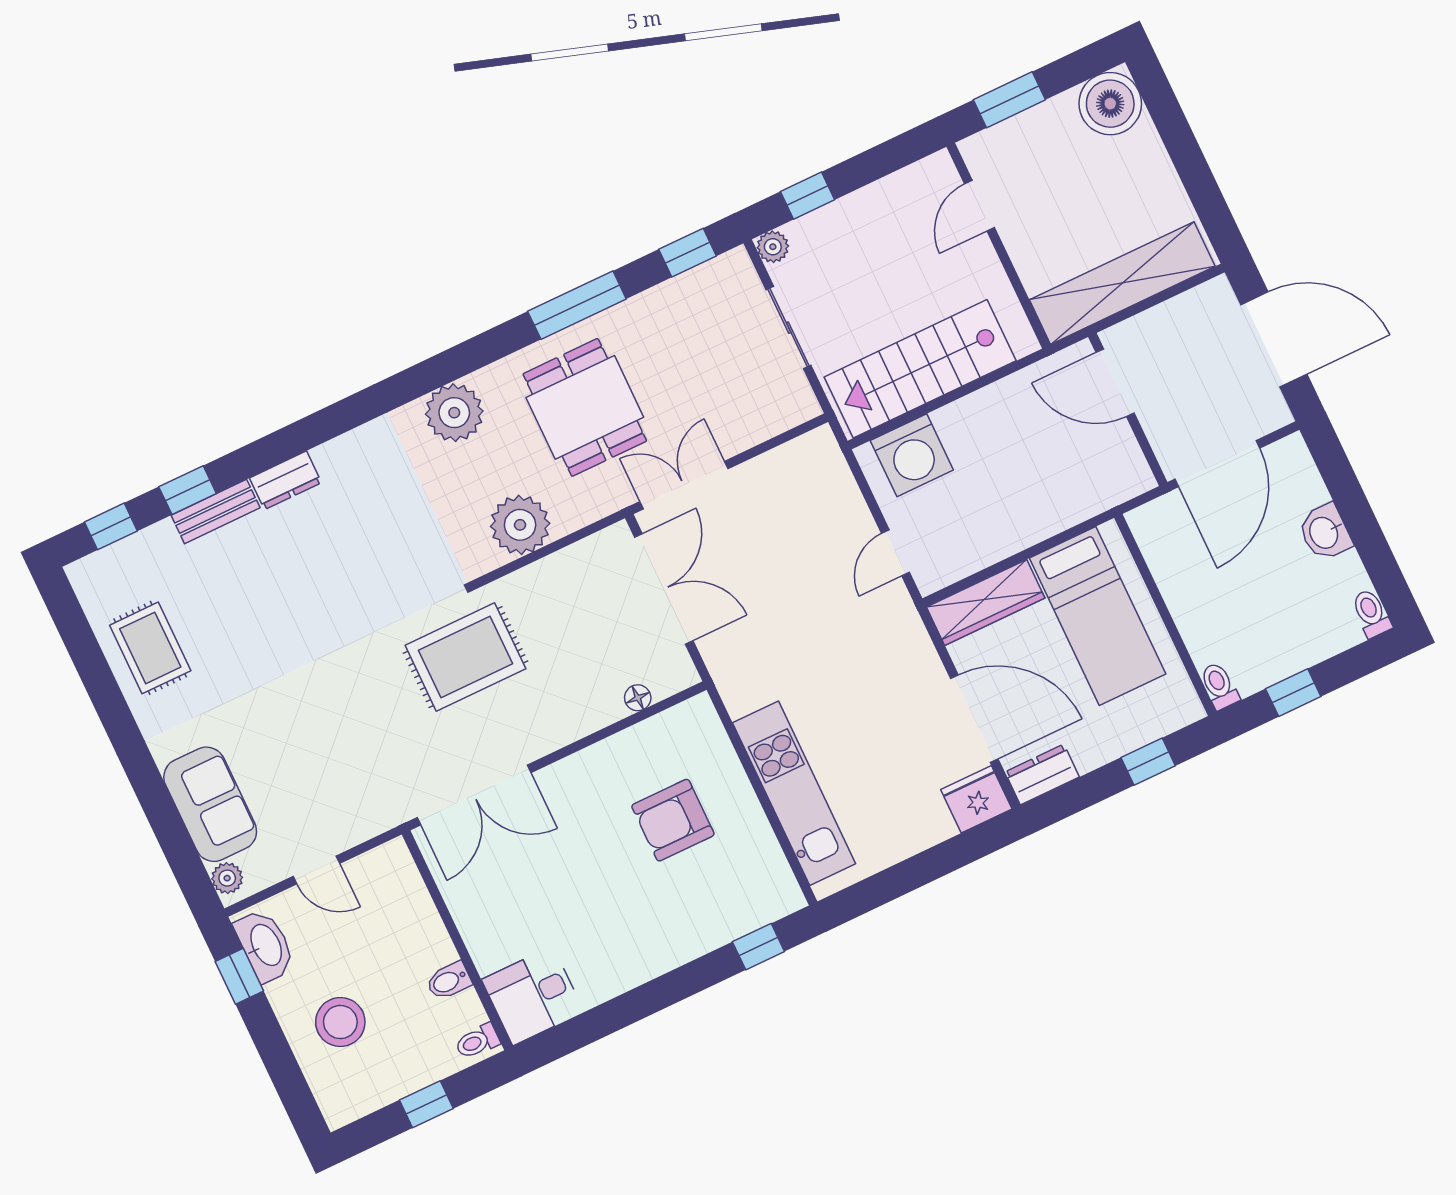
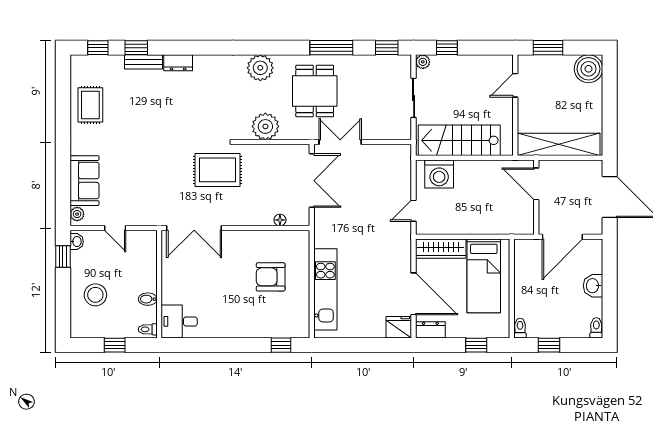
washbasin: (265, 945) -> (77, 242), width x0.52, depth x0.69

